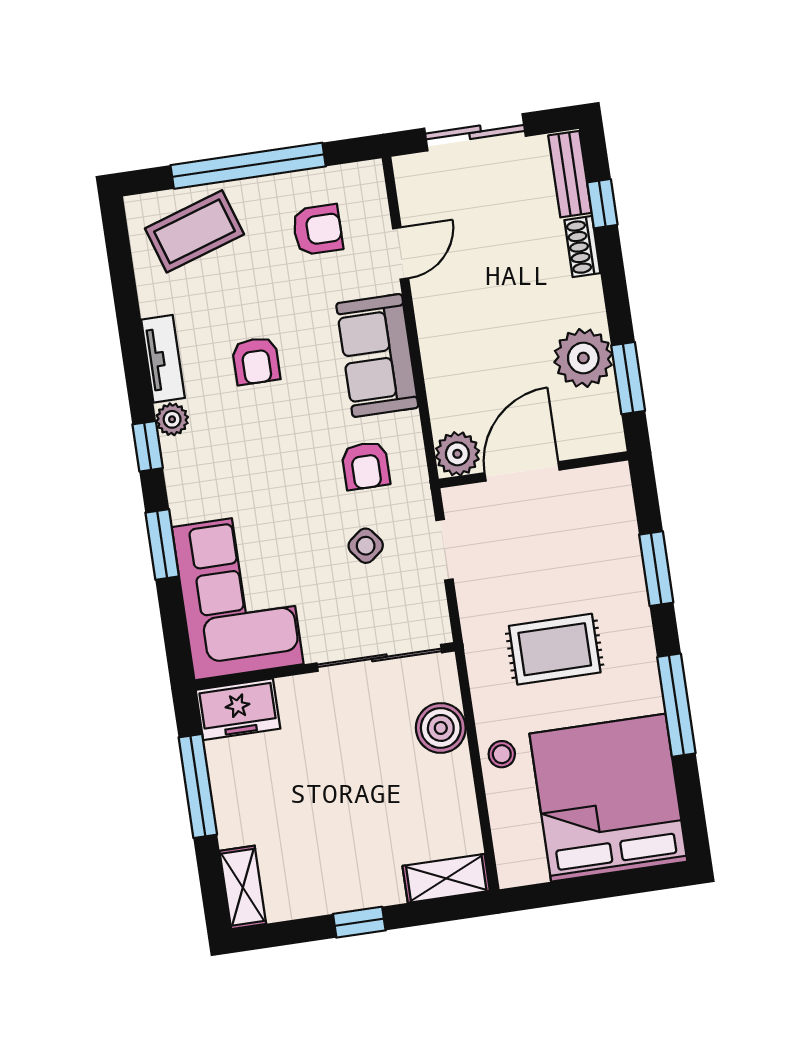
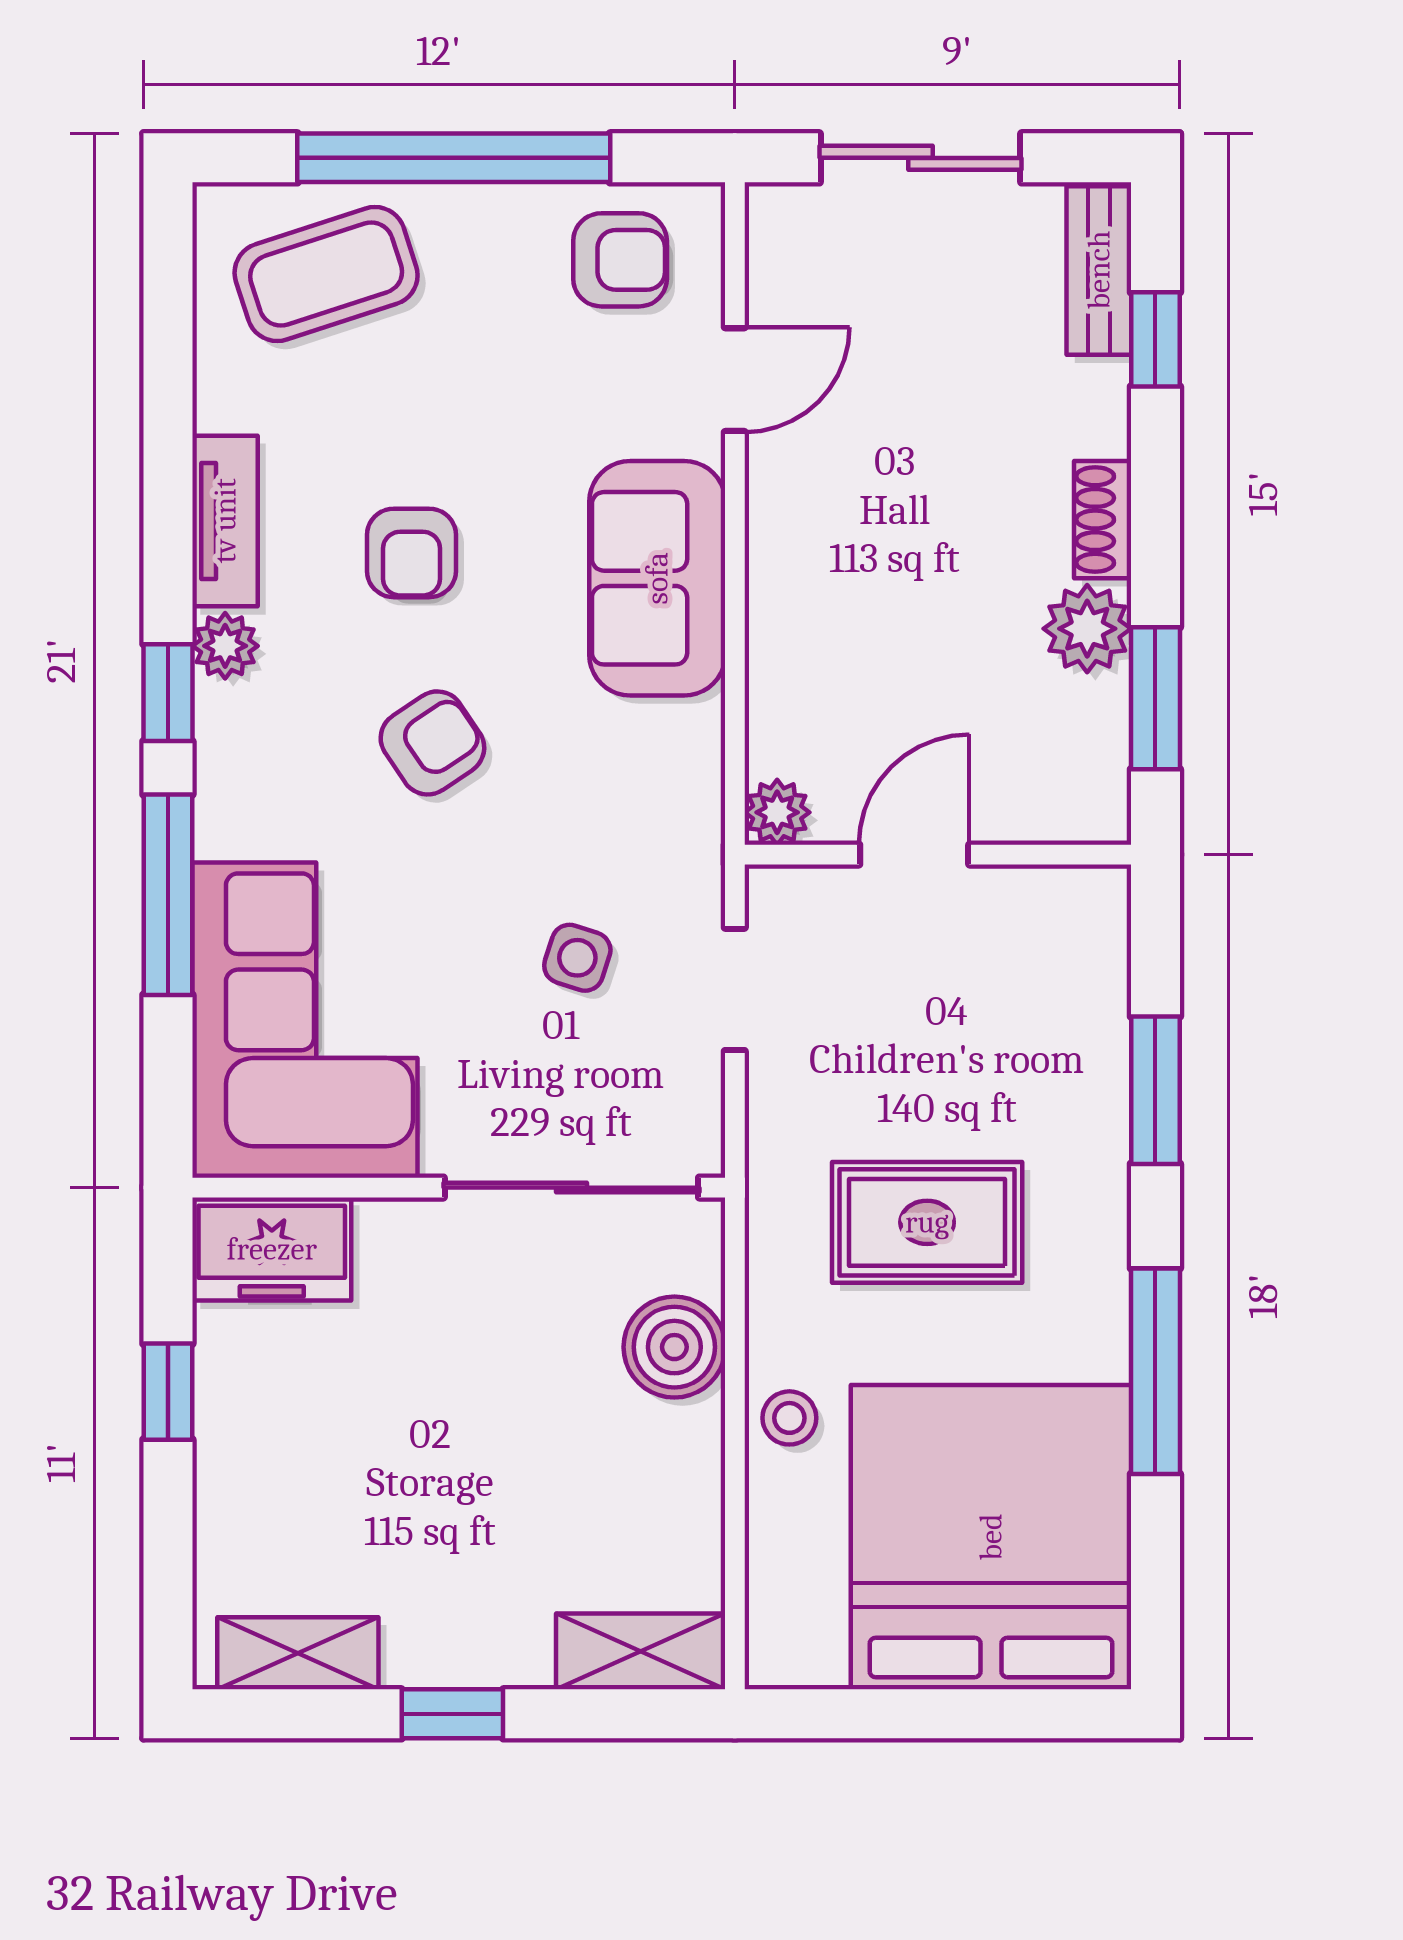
armchair: (318, 230) -> (620, 260), moved
shoe rack: (582, 247) -> (1103, 520), moved
plant: (583, 358) -> (1087, 629), width x0.73, depth x0.73
plant: (457, 454) -> (777, 812), width x0.73, depth x0.73
armchair: (366, 466) -> (432, 743), moved, turned -124
door: (522, 471) -> (914, 855), width x0.73
window: (162, 544) -> (168, 895), width x1.44
side table: (366, 546) -> (577, 958), turned -34
window: (198, 786) -> (168, 1392), width x0.46
shelving: (243, 887) -> (298, 1653), moved, turned 90

